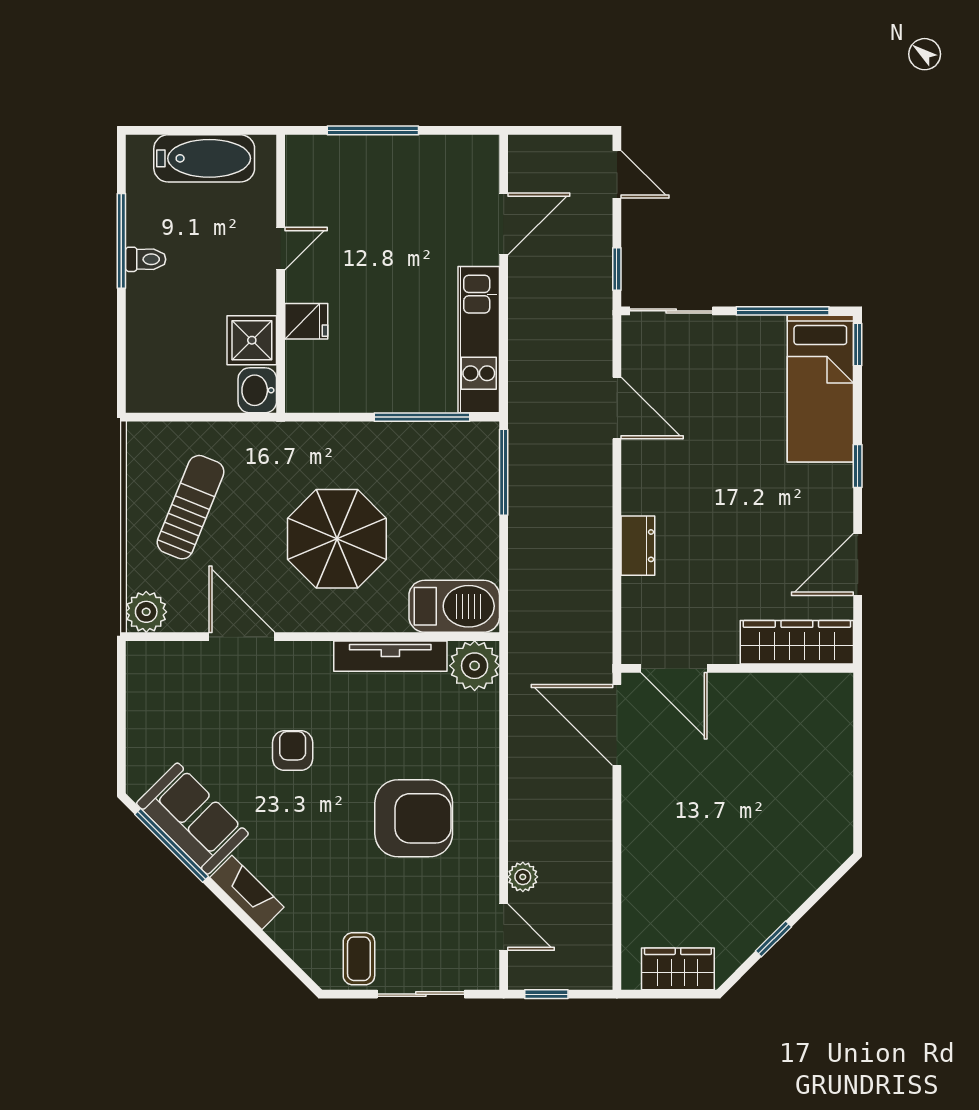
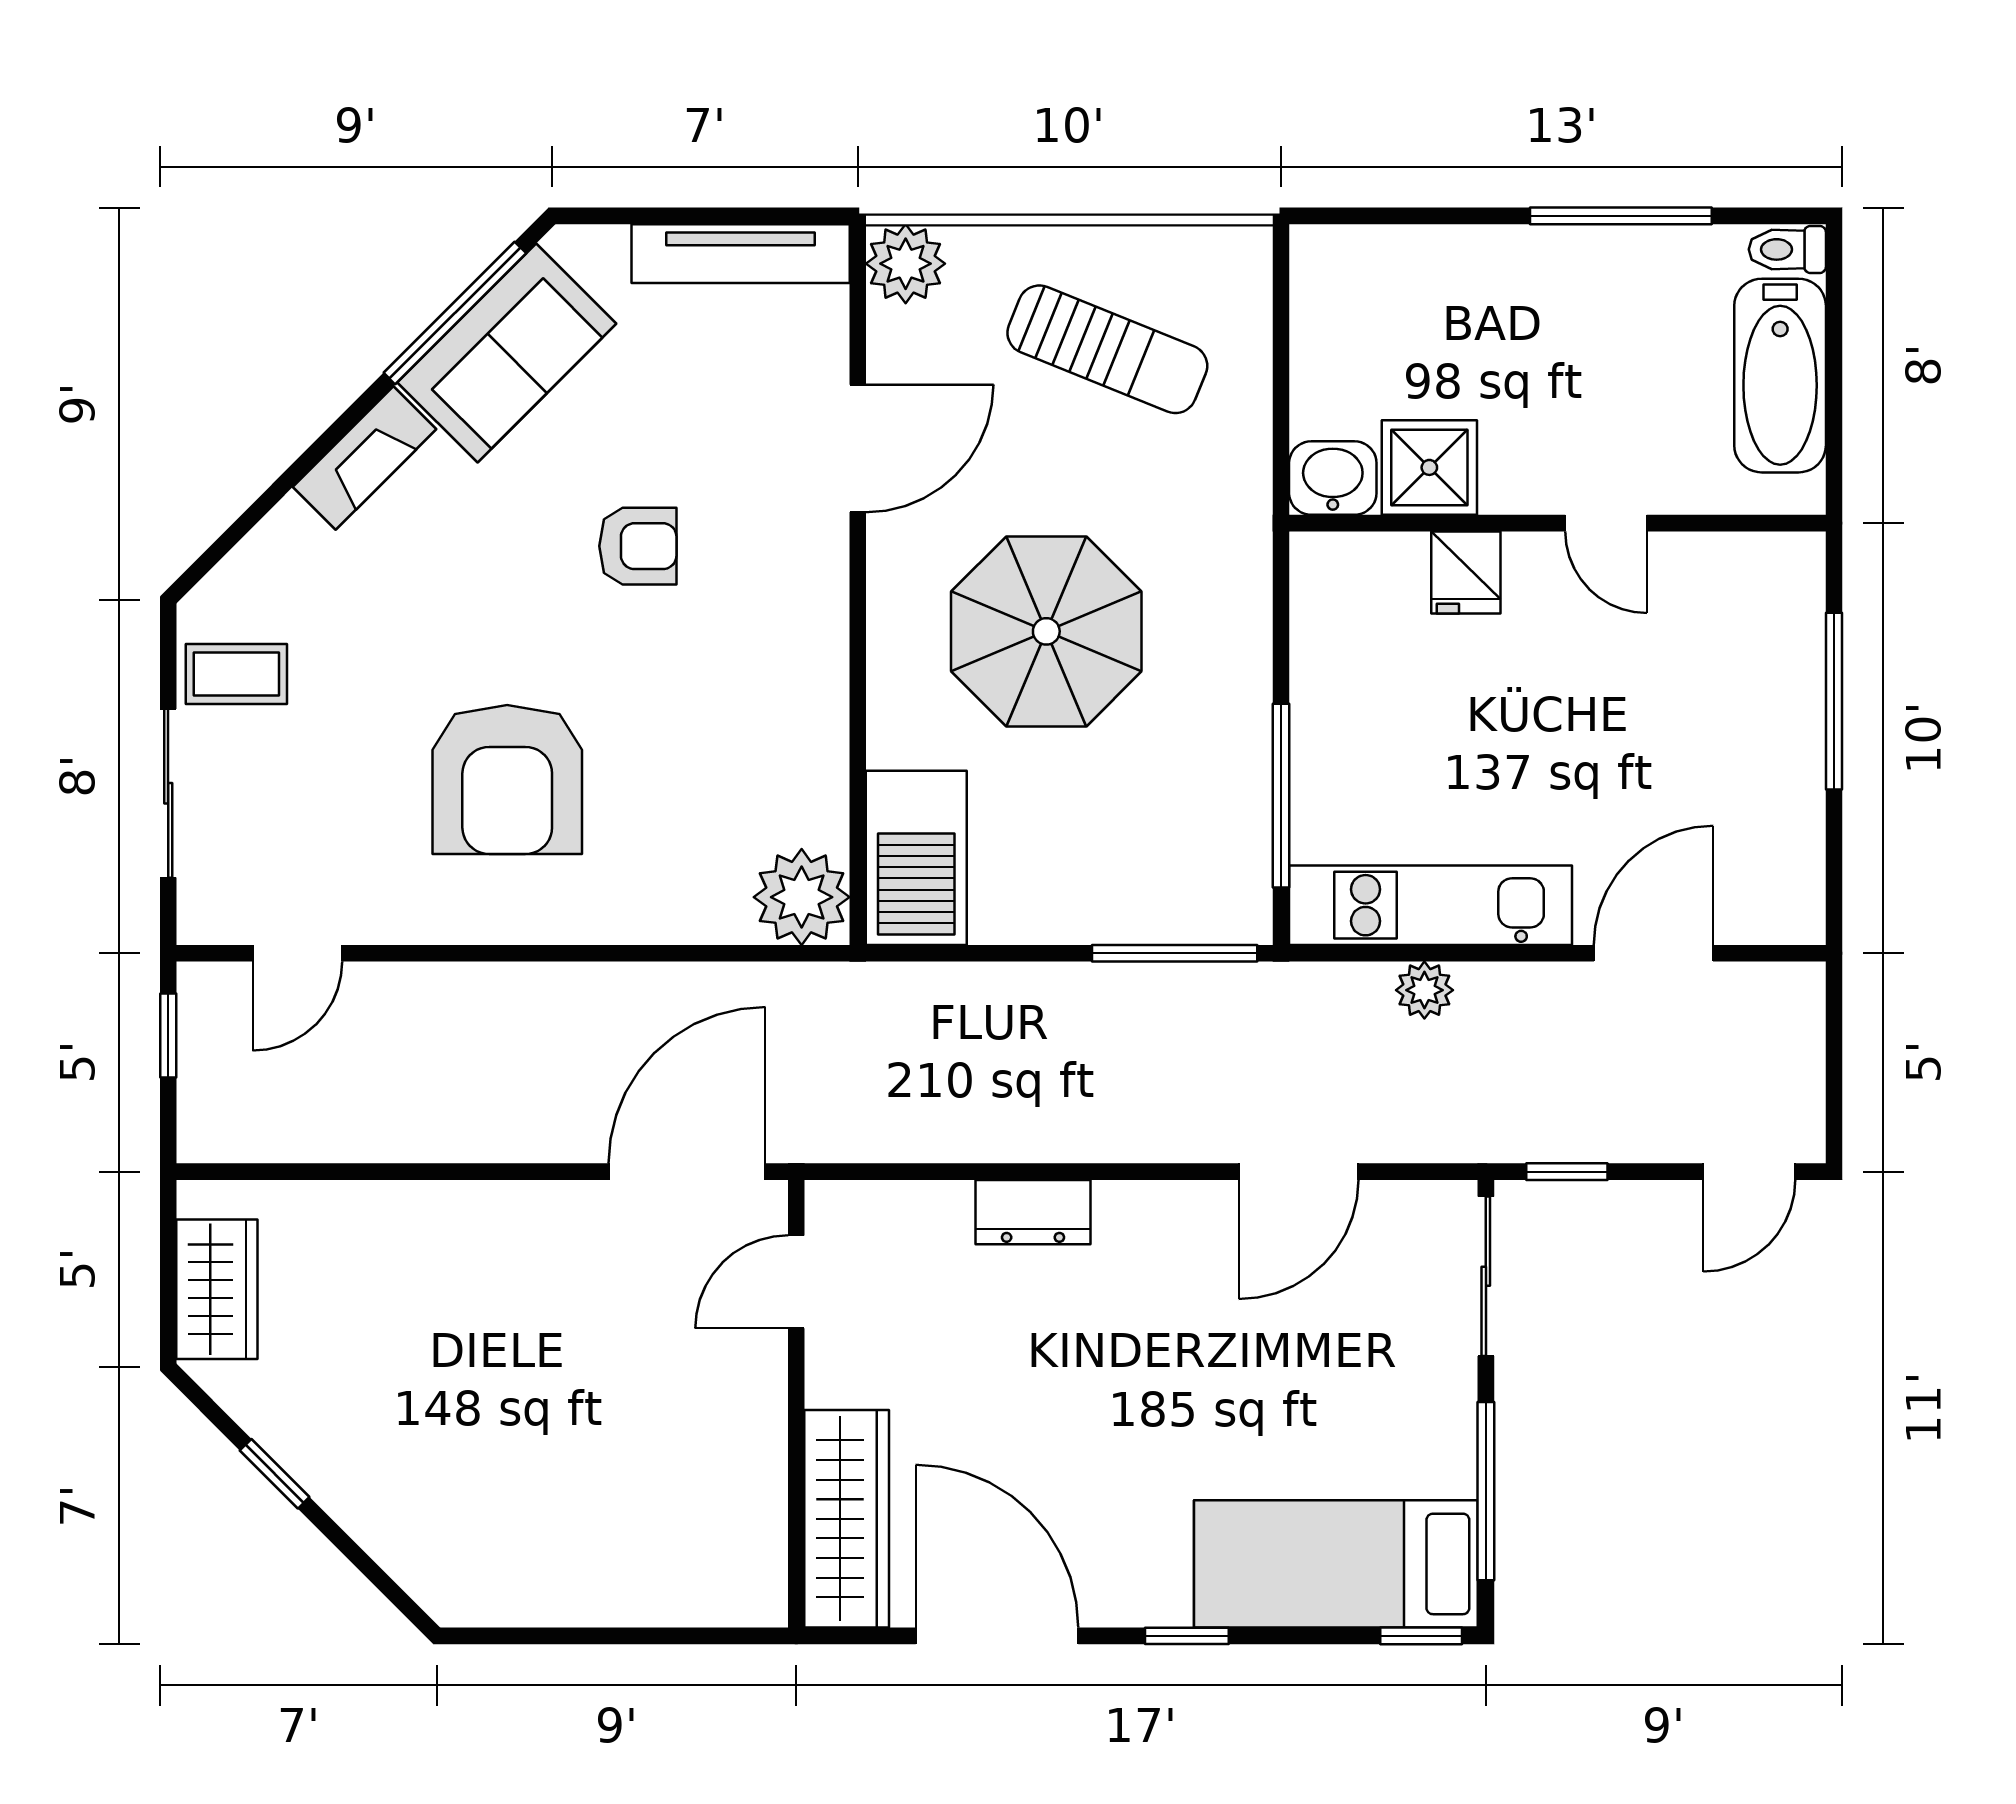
door: (504, 224) -> (1654, 953), swing flipped
toilet: (146, 259) -> (1787, 249), moved, turned 90
door: (858, 564) -> (997, 1636), width x1.36
tv unit: (390, 656) -> (741, 254), moved, turned -90
door: (674, 668) -> (796, 1282), width x0.73
plant: (523, 877) -> (1424, 990), moved

